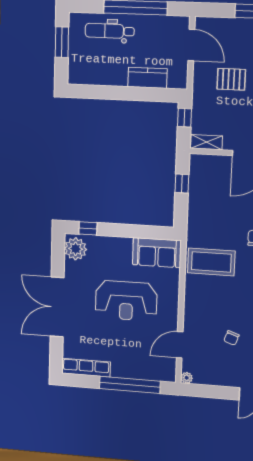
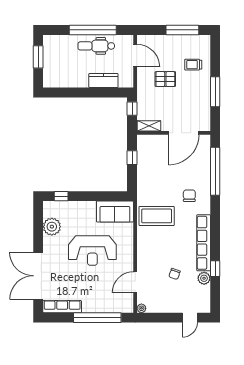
dental chair: (110, 31) -> (96, 46), moved
plant: (76, 249) -> (52, 227), moved
double door: (57, 307) -> (38, 276), moved

